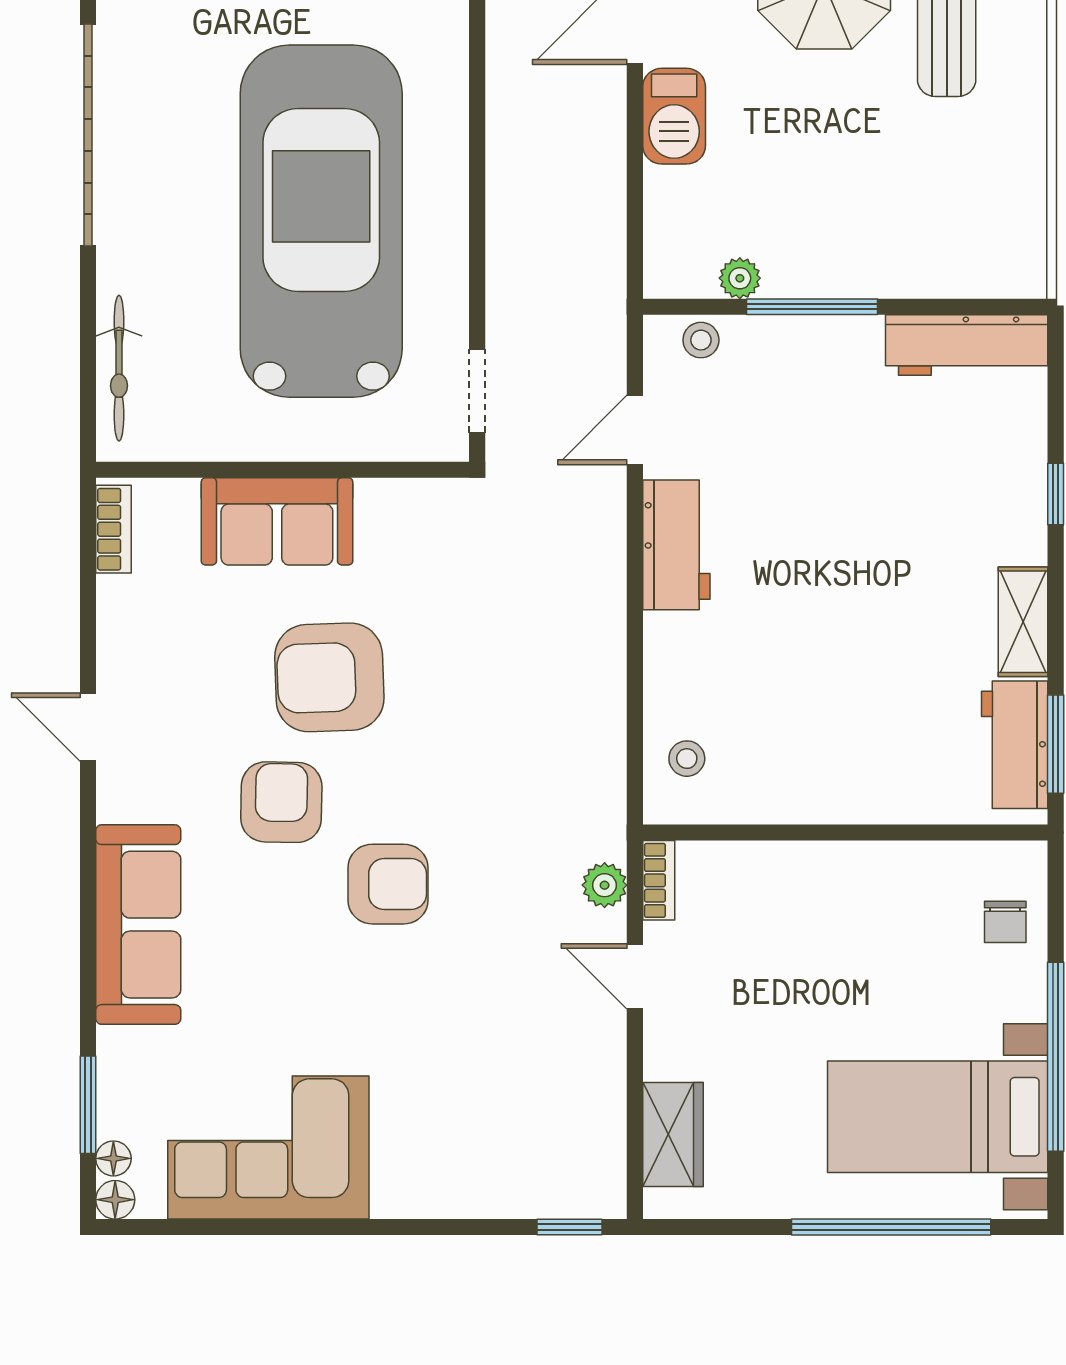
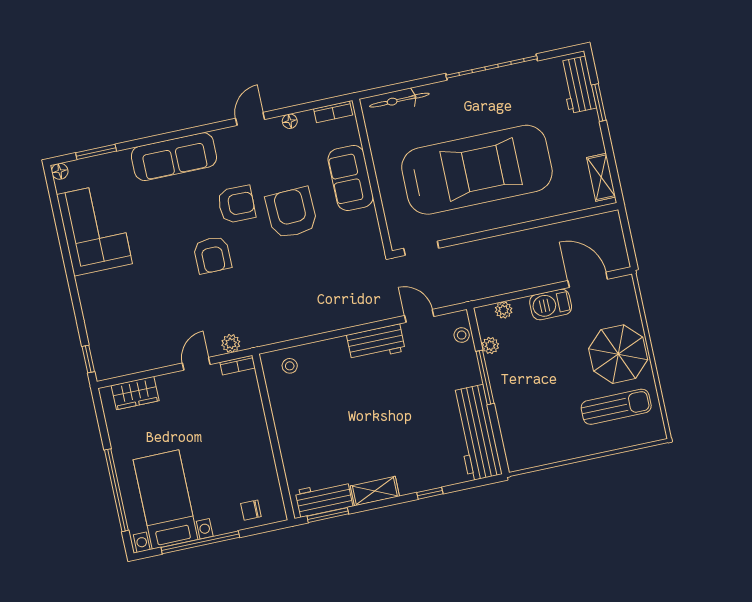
plant: (663, 229) -> (504, 310), added
workbench: (967, 345) -> (476, 433), width x1.36, depth x1.32
floor lamp: (113, 1158) -> (290, 121), moved

